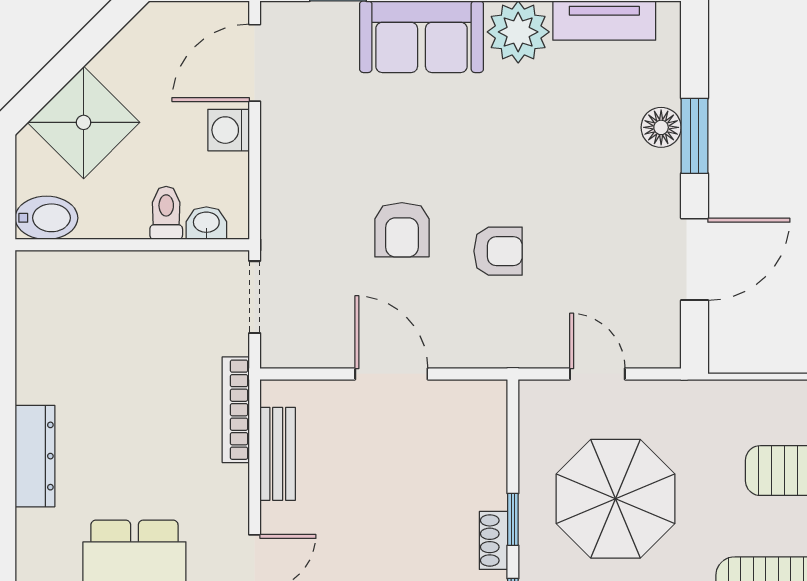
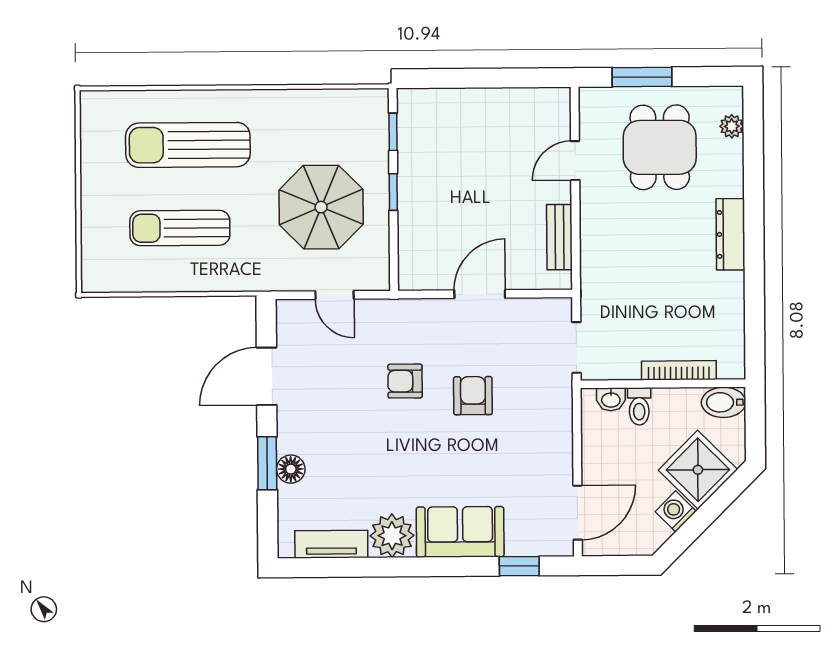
washing machine: (229, 130) -> (676, 511), moved, turned -135
door: (391, 374) -> (480, 294), swing flipped
bookcase: (236, 410) -> (679, 370), moved, turned -90
shoe rack: (493, 540) -> (407, 177), removed

